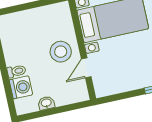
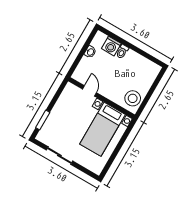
stool: (61, 52) -> (133, 98), moved

